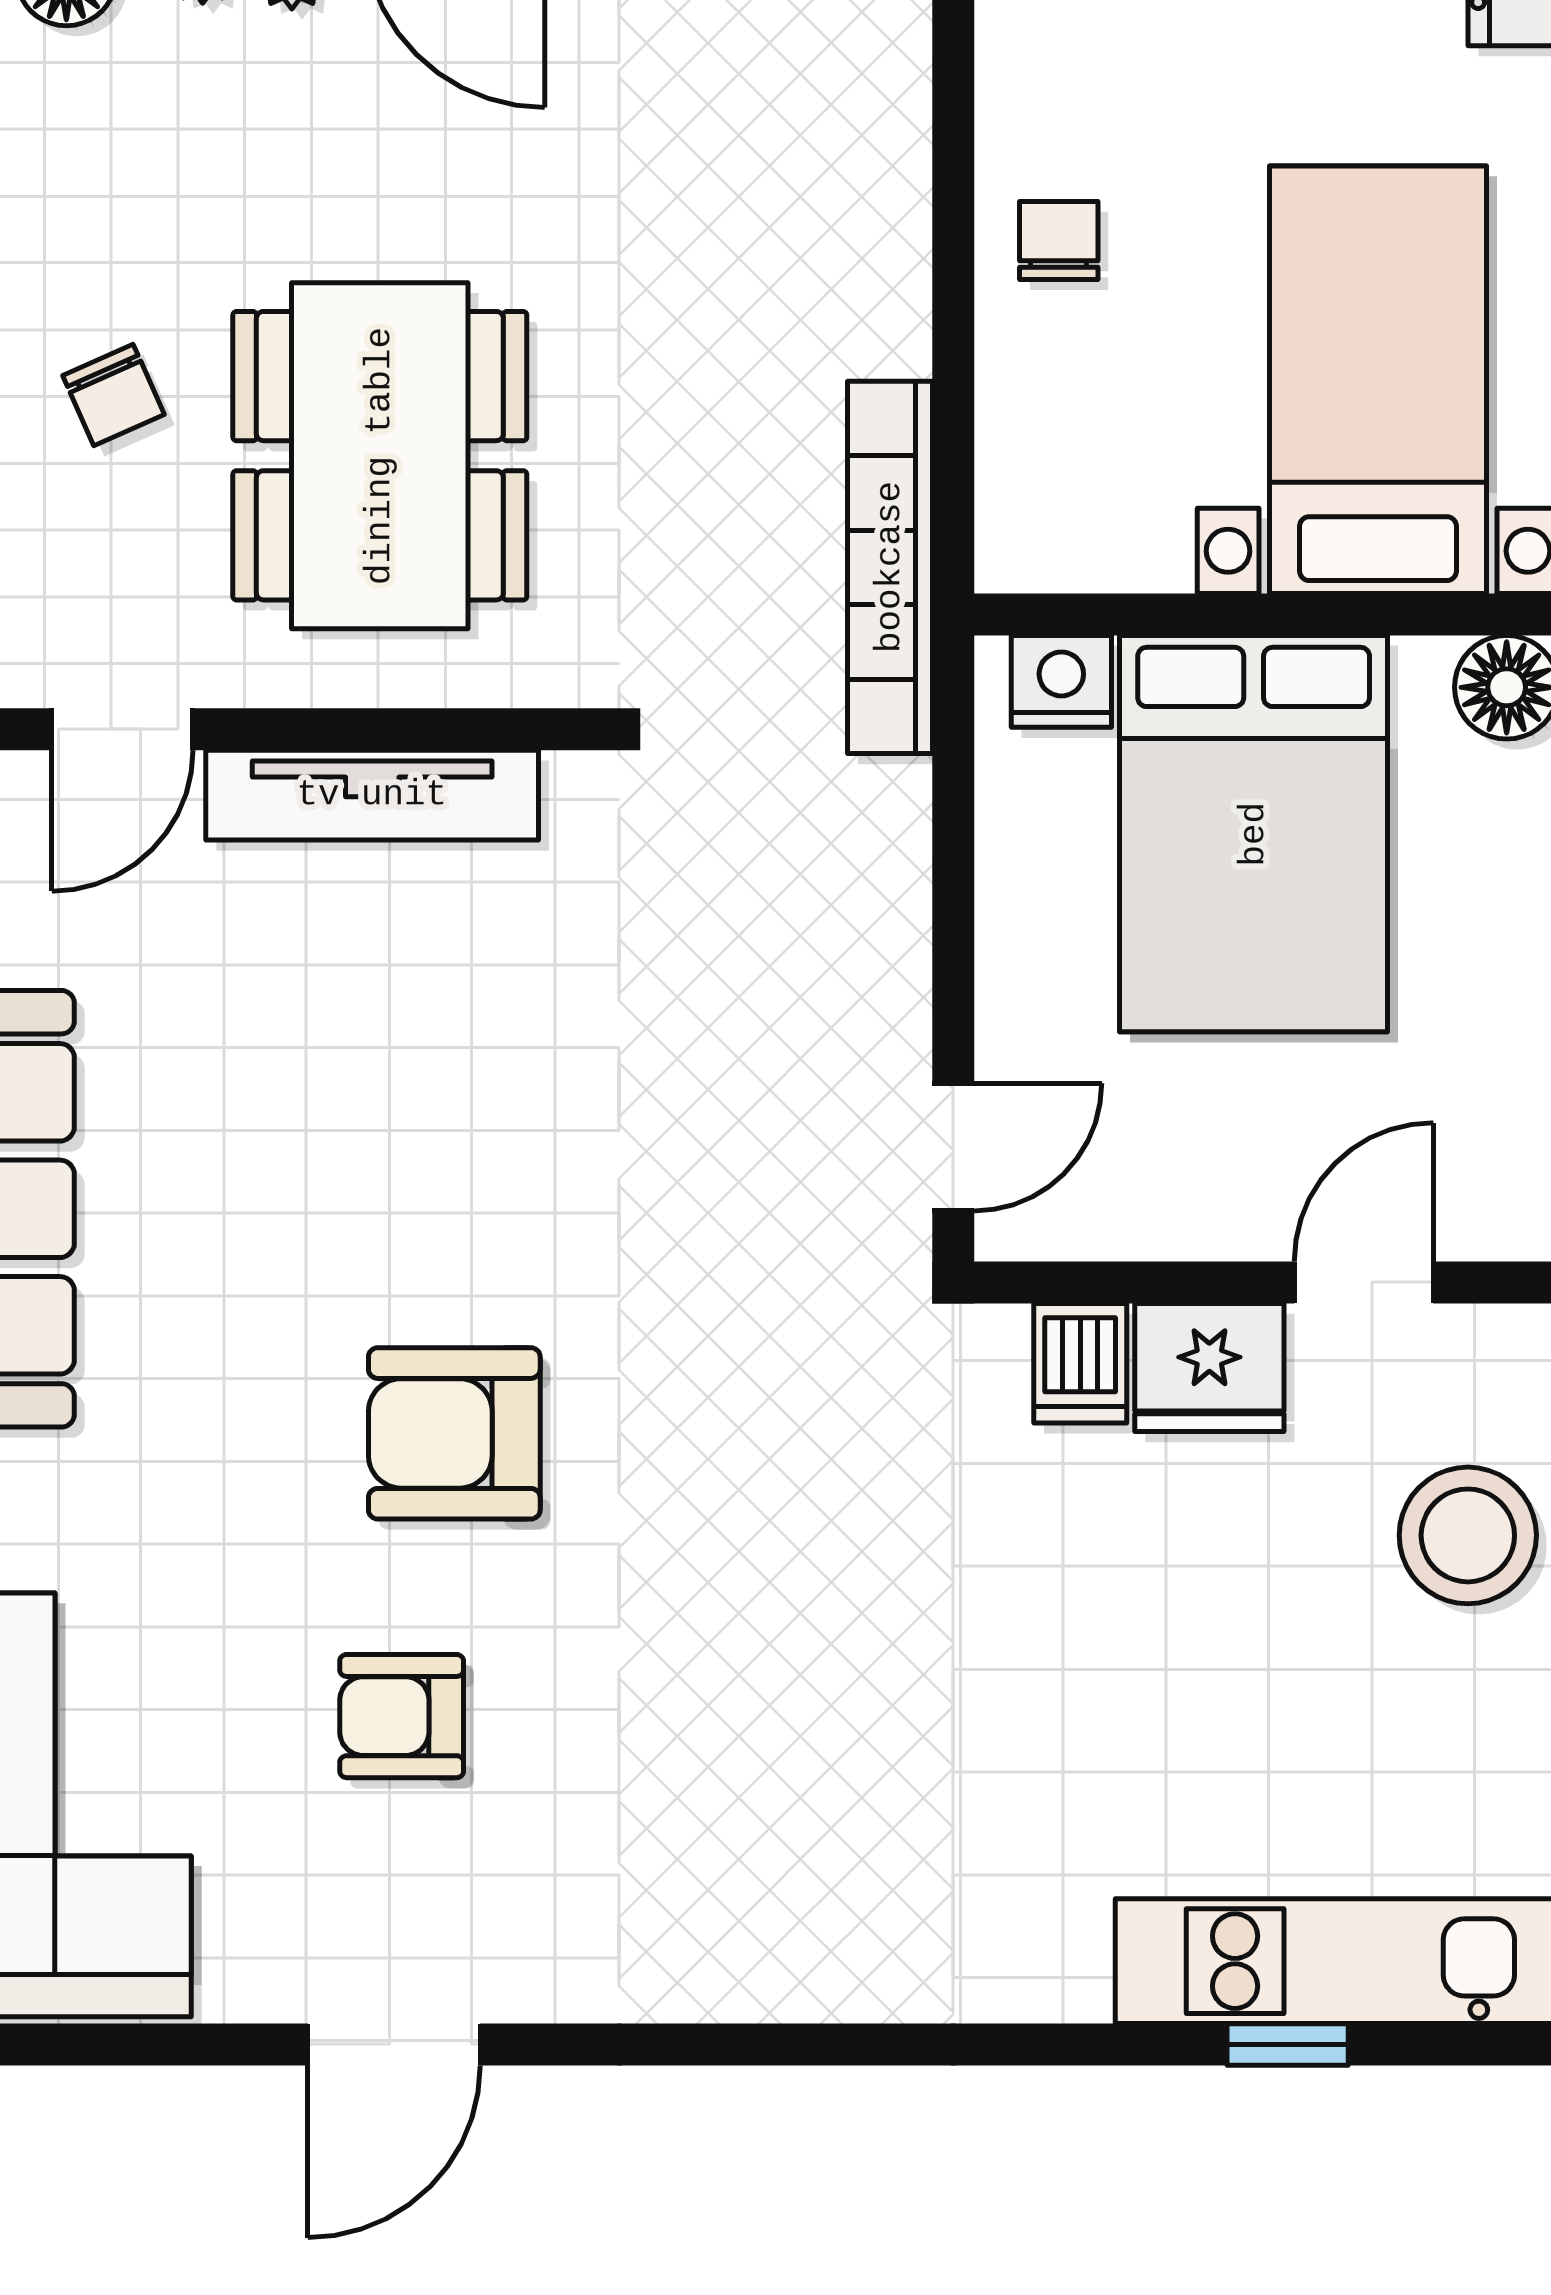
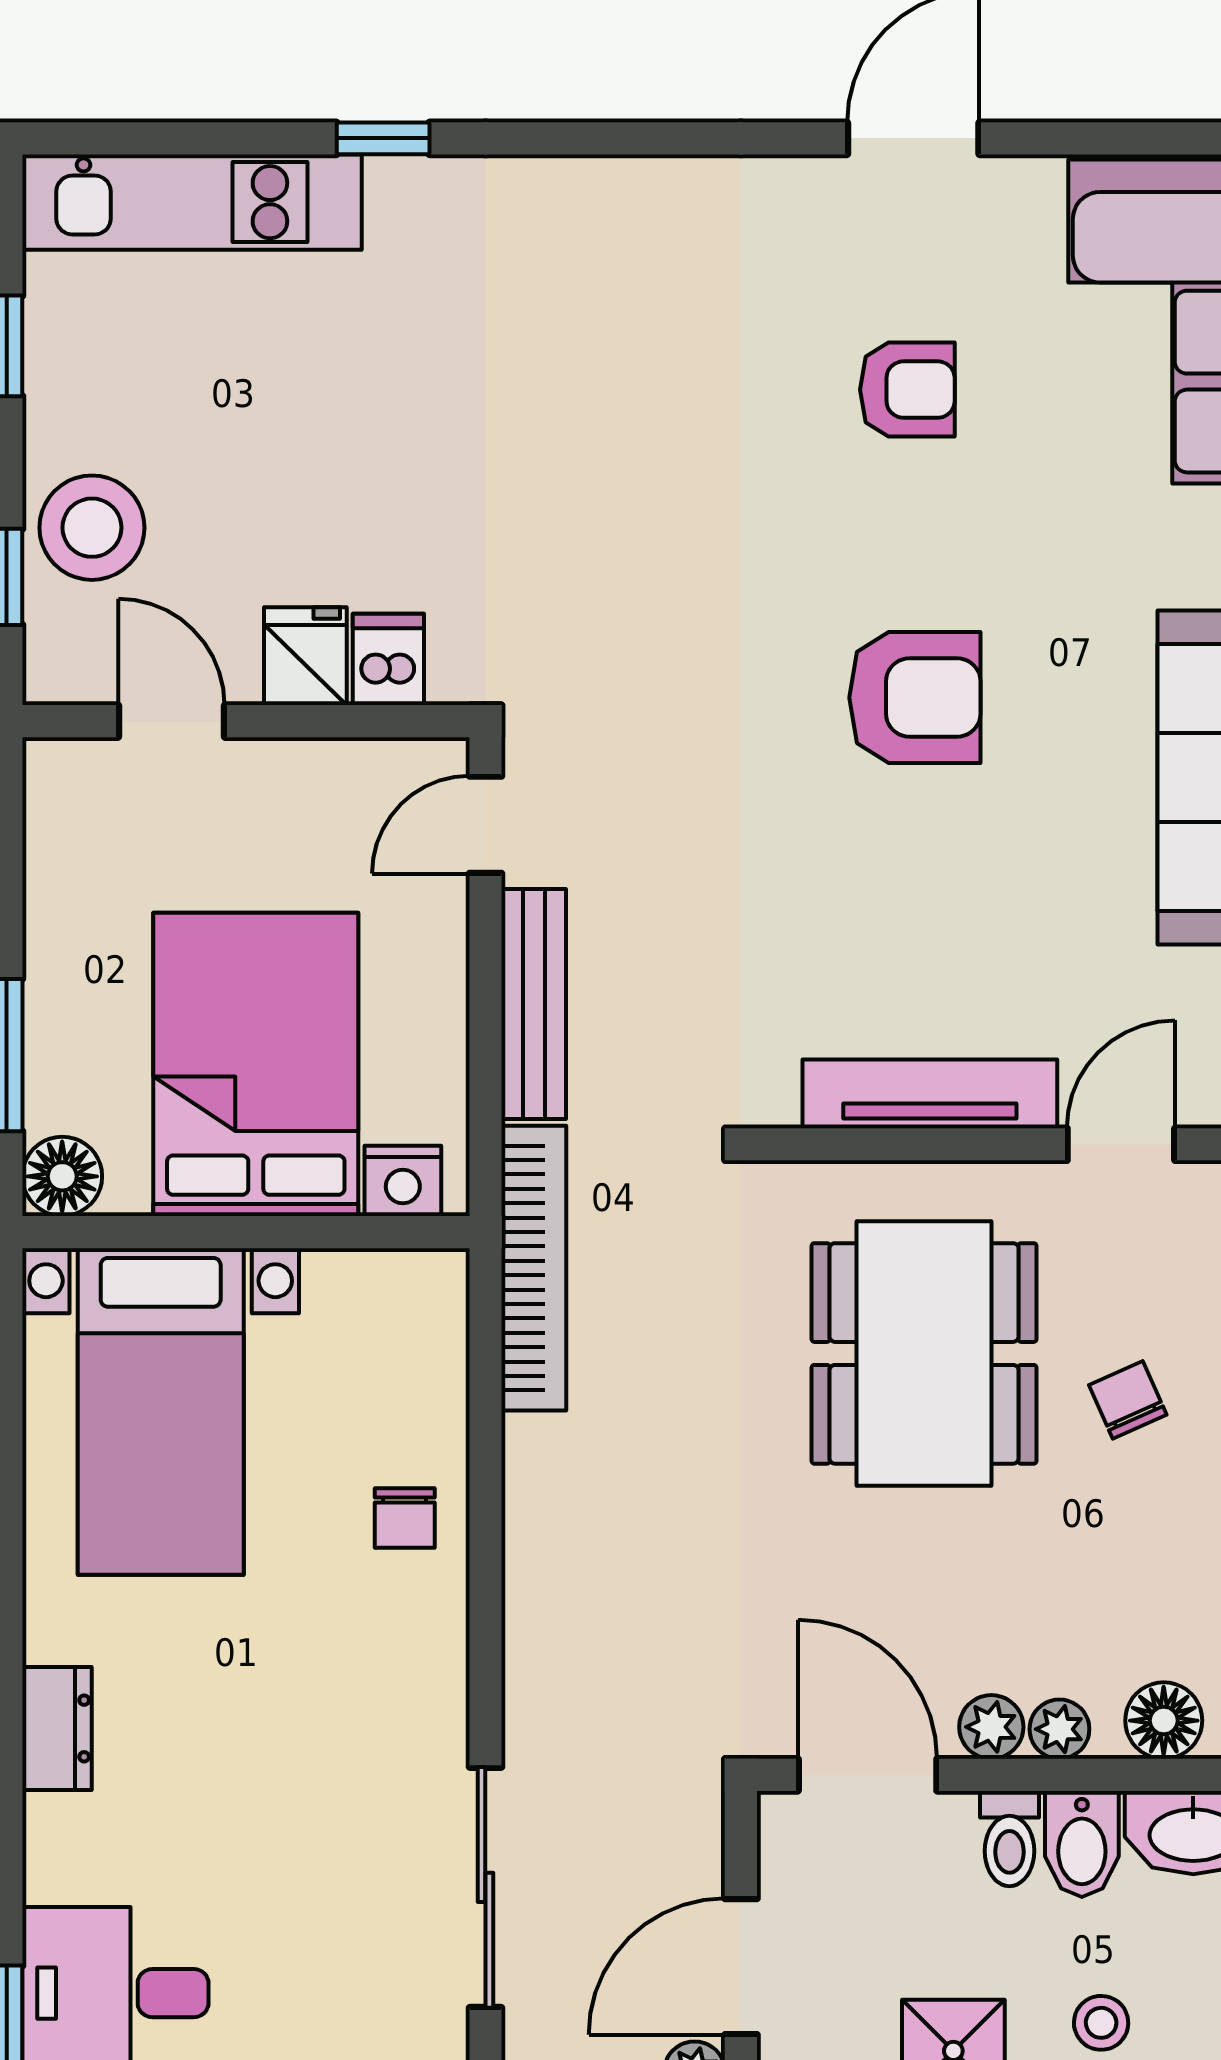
bench: (890, 913) -> (534, 1004), added
door: (1364, 1282) -> (171, 721), swing flipped
fridge: (1209, 1367) -> (305, 656), width x0.72
armchair: (454, 1433) -> (915, 698), moved
window: (1288, 2044) -> (383, 138), moved

